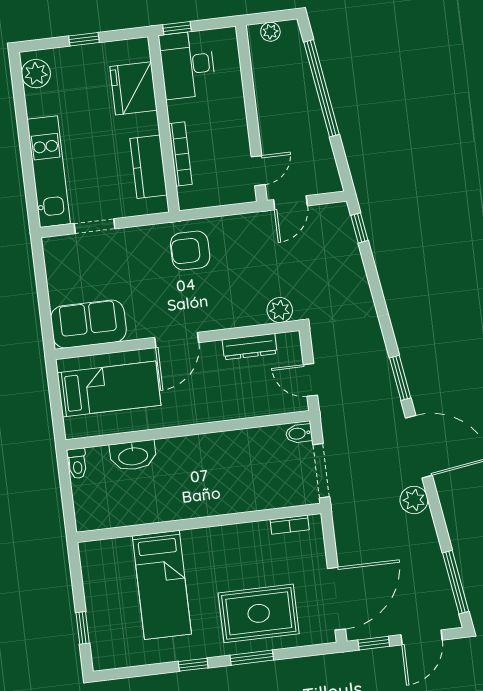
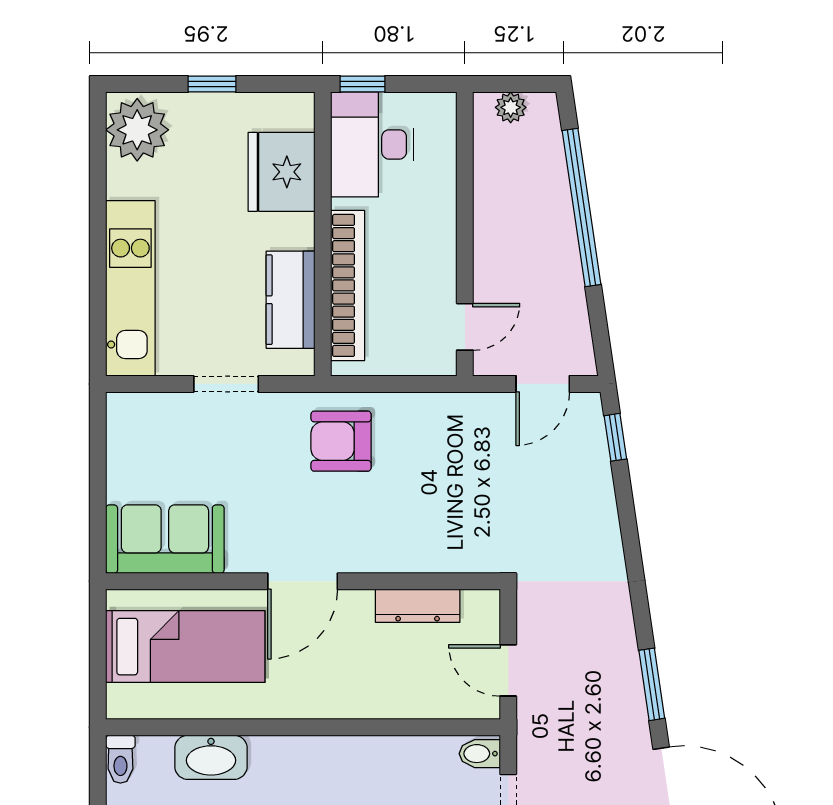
plant: (36, 74) -> (137, 130), width x1.36, depth x1.36
bookcase: (180, 154) -> (348, 285), width x1.48, depth x1.31
door: (290, 203) -> (543, 384), moved
doorway: (95, 226) -> (226, 384), moved
plant: (280, 310) -> (473, 553), removed

